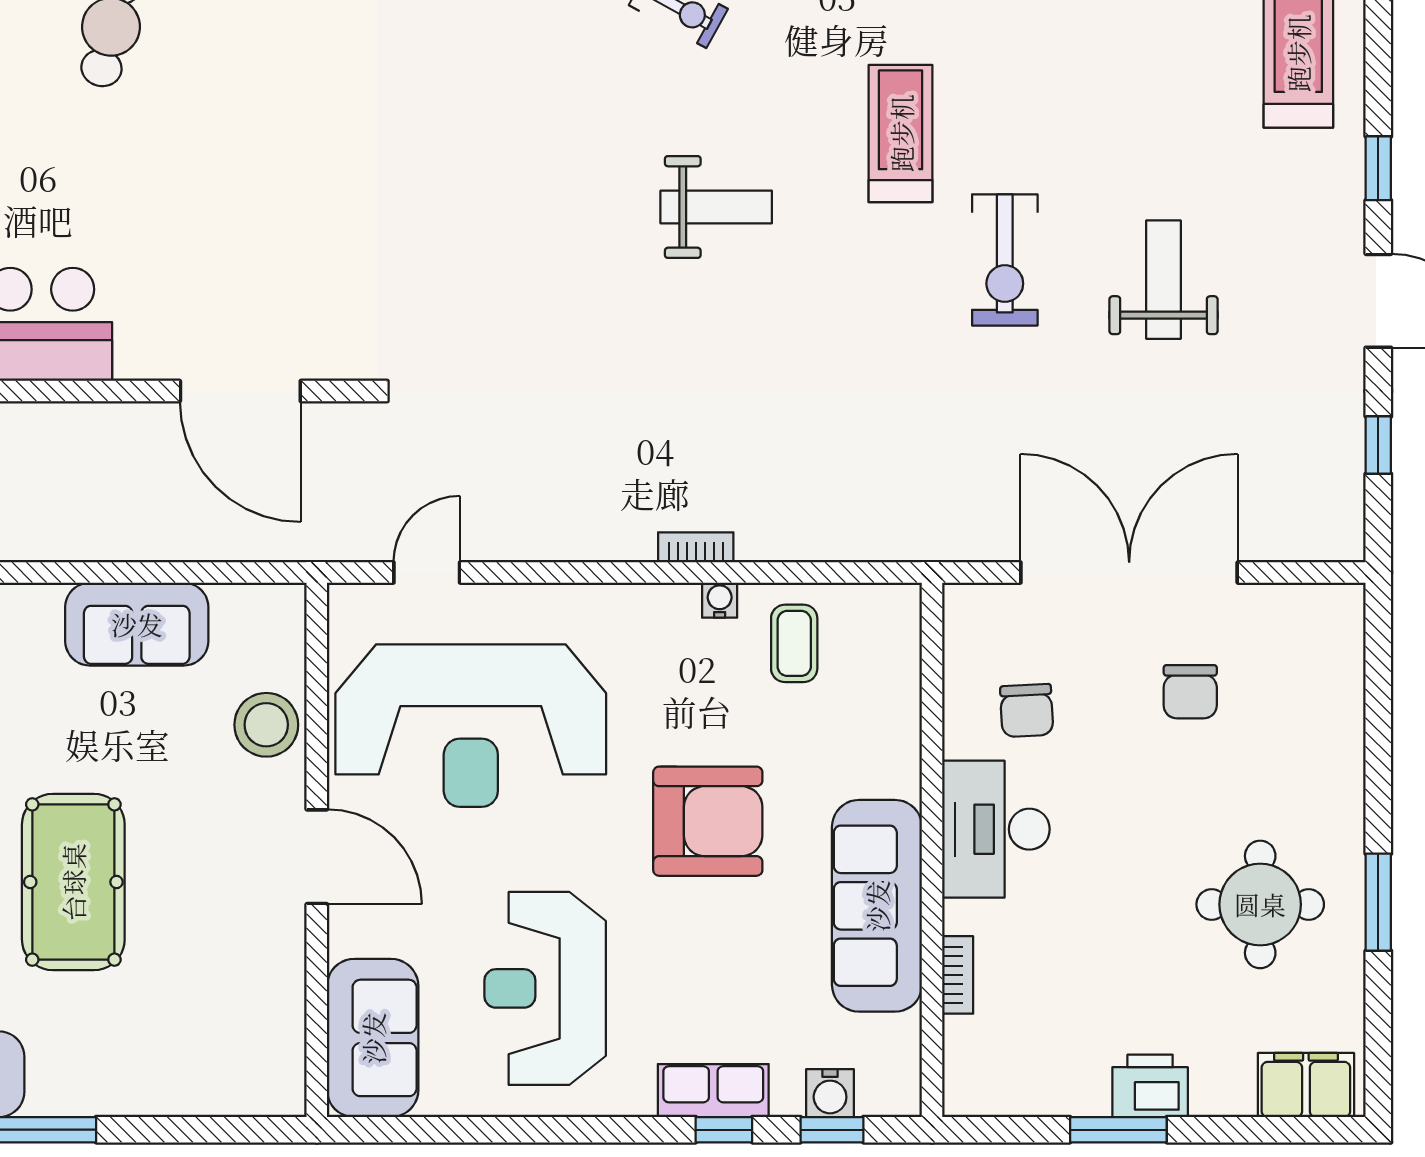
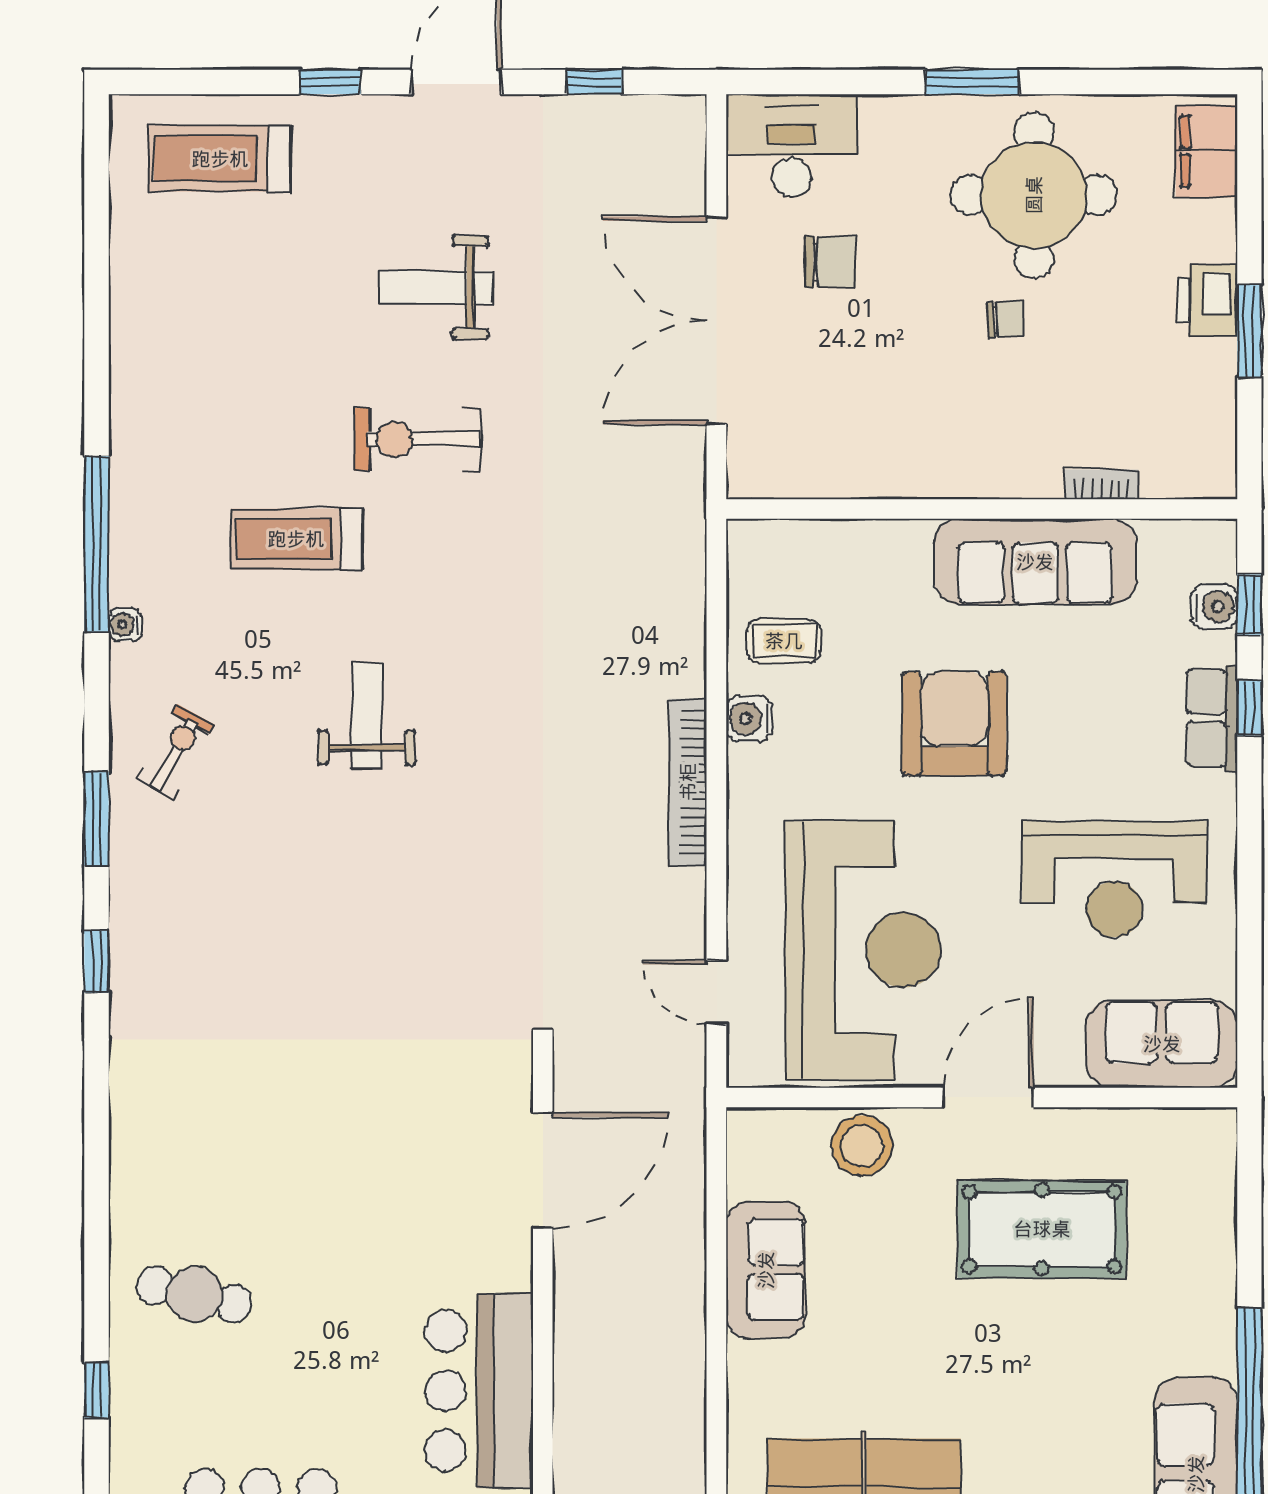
exercise bike: (1005, 260) -> (417, 439), turned 180
bookcase: (696, 547) -> (688, 782), width x2.31, depth x1.31
water cooler: (720, 600) -> (749, 719), width x1.38, depth x1.38
chair: (1027, 710) -> (1006, 319), moved, width x0.73, depth x0.73
desk: (996, 829) -> (792, 146), moved, turned 180
pool table: (73, 882) -> (1042, 1229), moved
window: (1378, 902) -> (972, 82), moved
round table: (1260, 904) -> (1034, 195), width x1.36, depth x1.36

